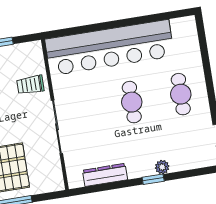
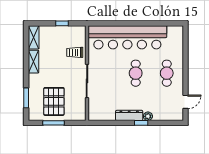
dresser: (105, 175) -> (129, 115), moved

